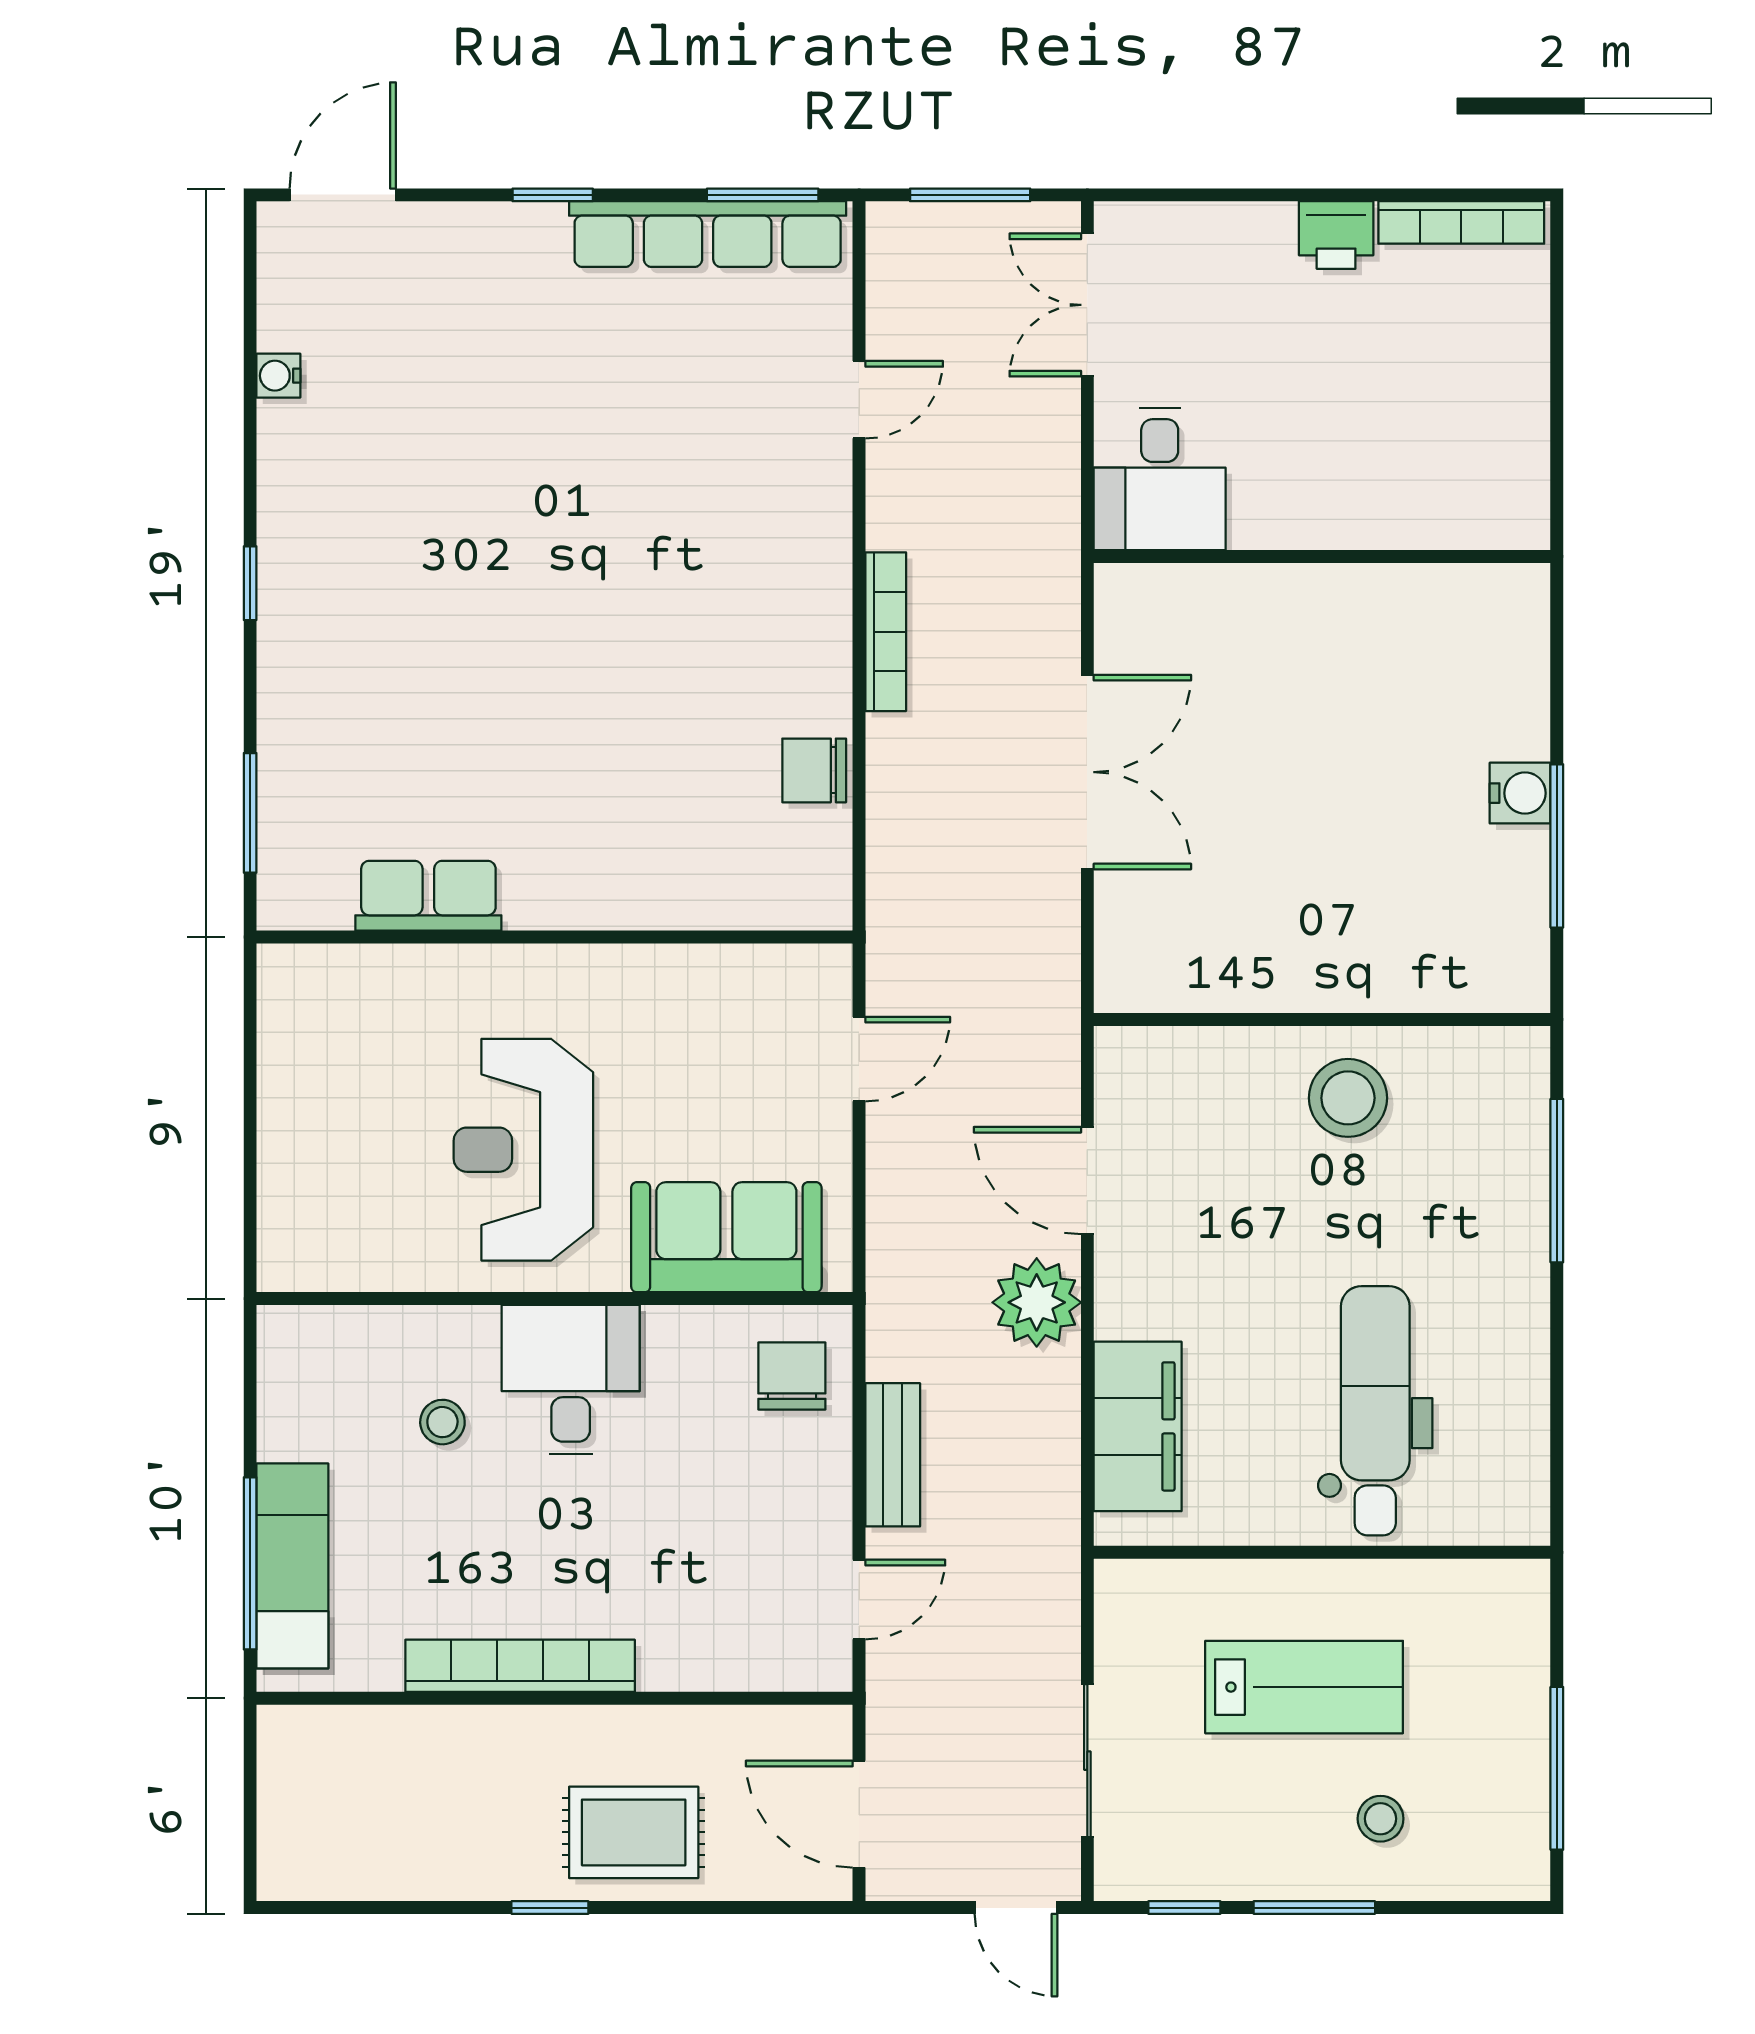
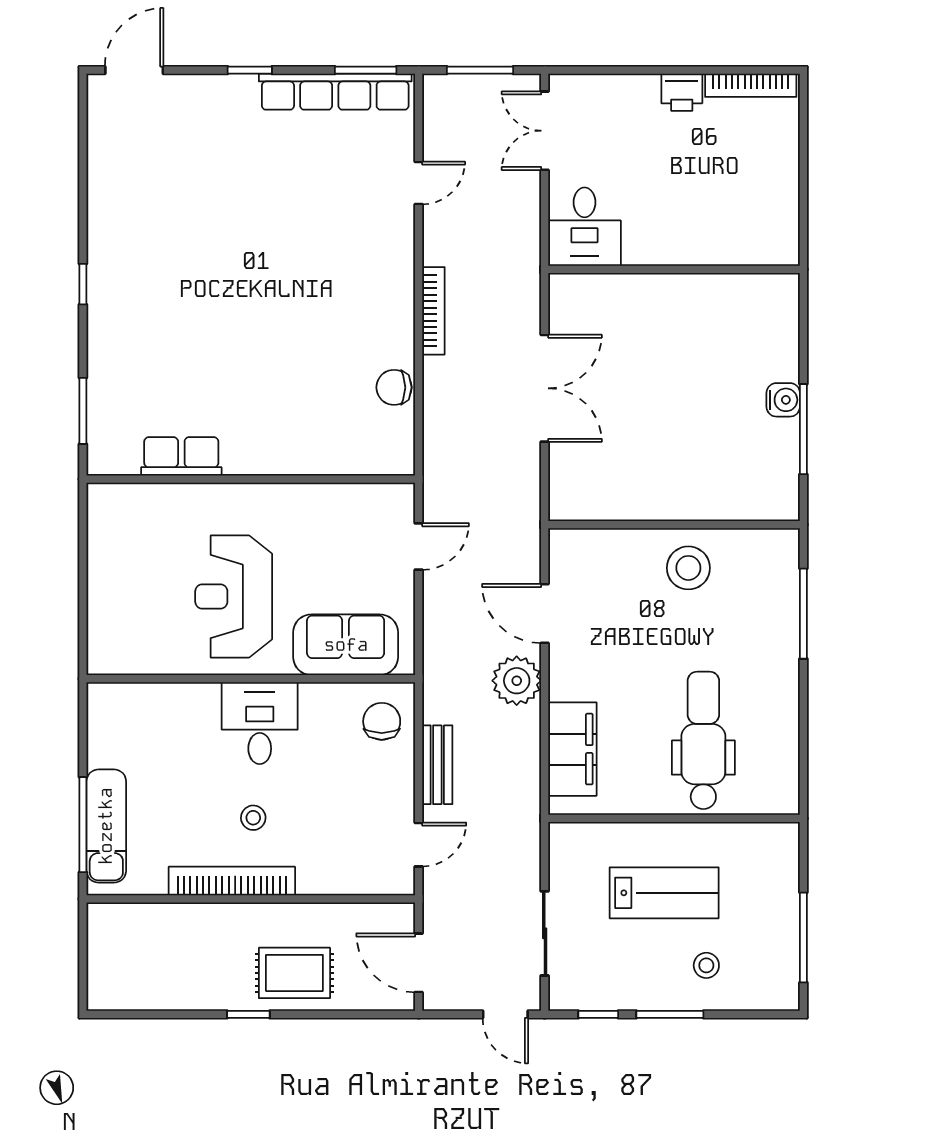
water cooler: (278, 376) -> (99, 170), removed
stool: (442, 1422) -> (253, 818), moved

